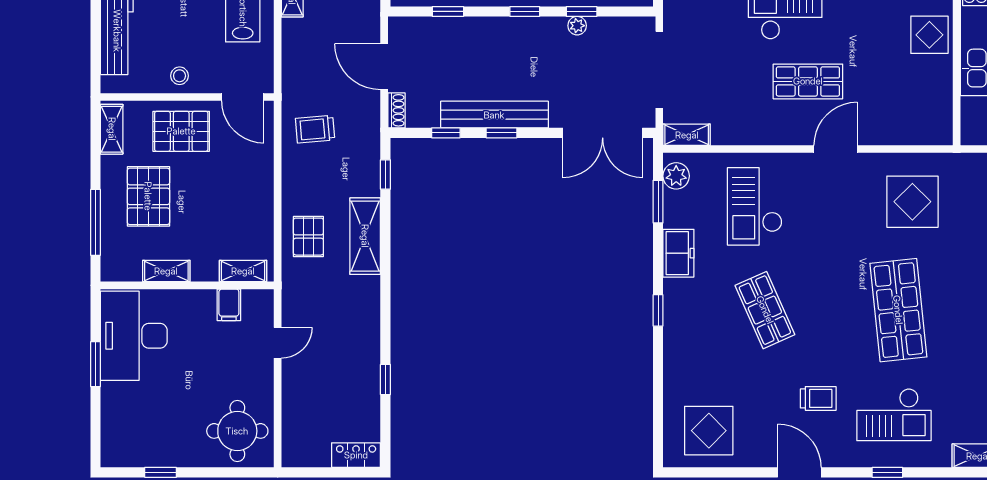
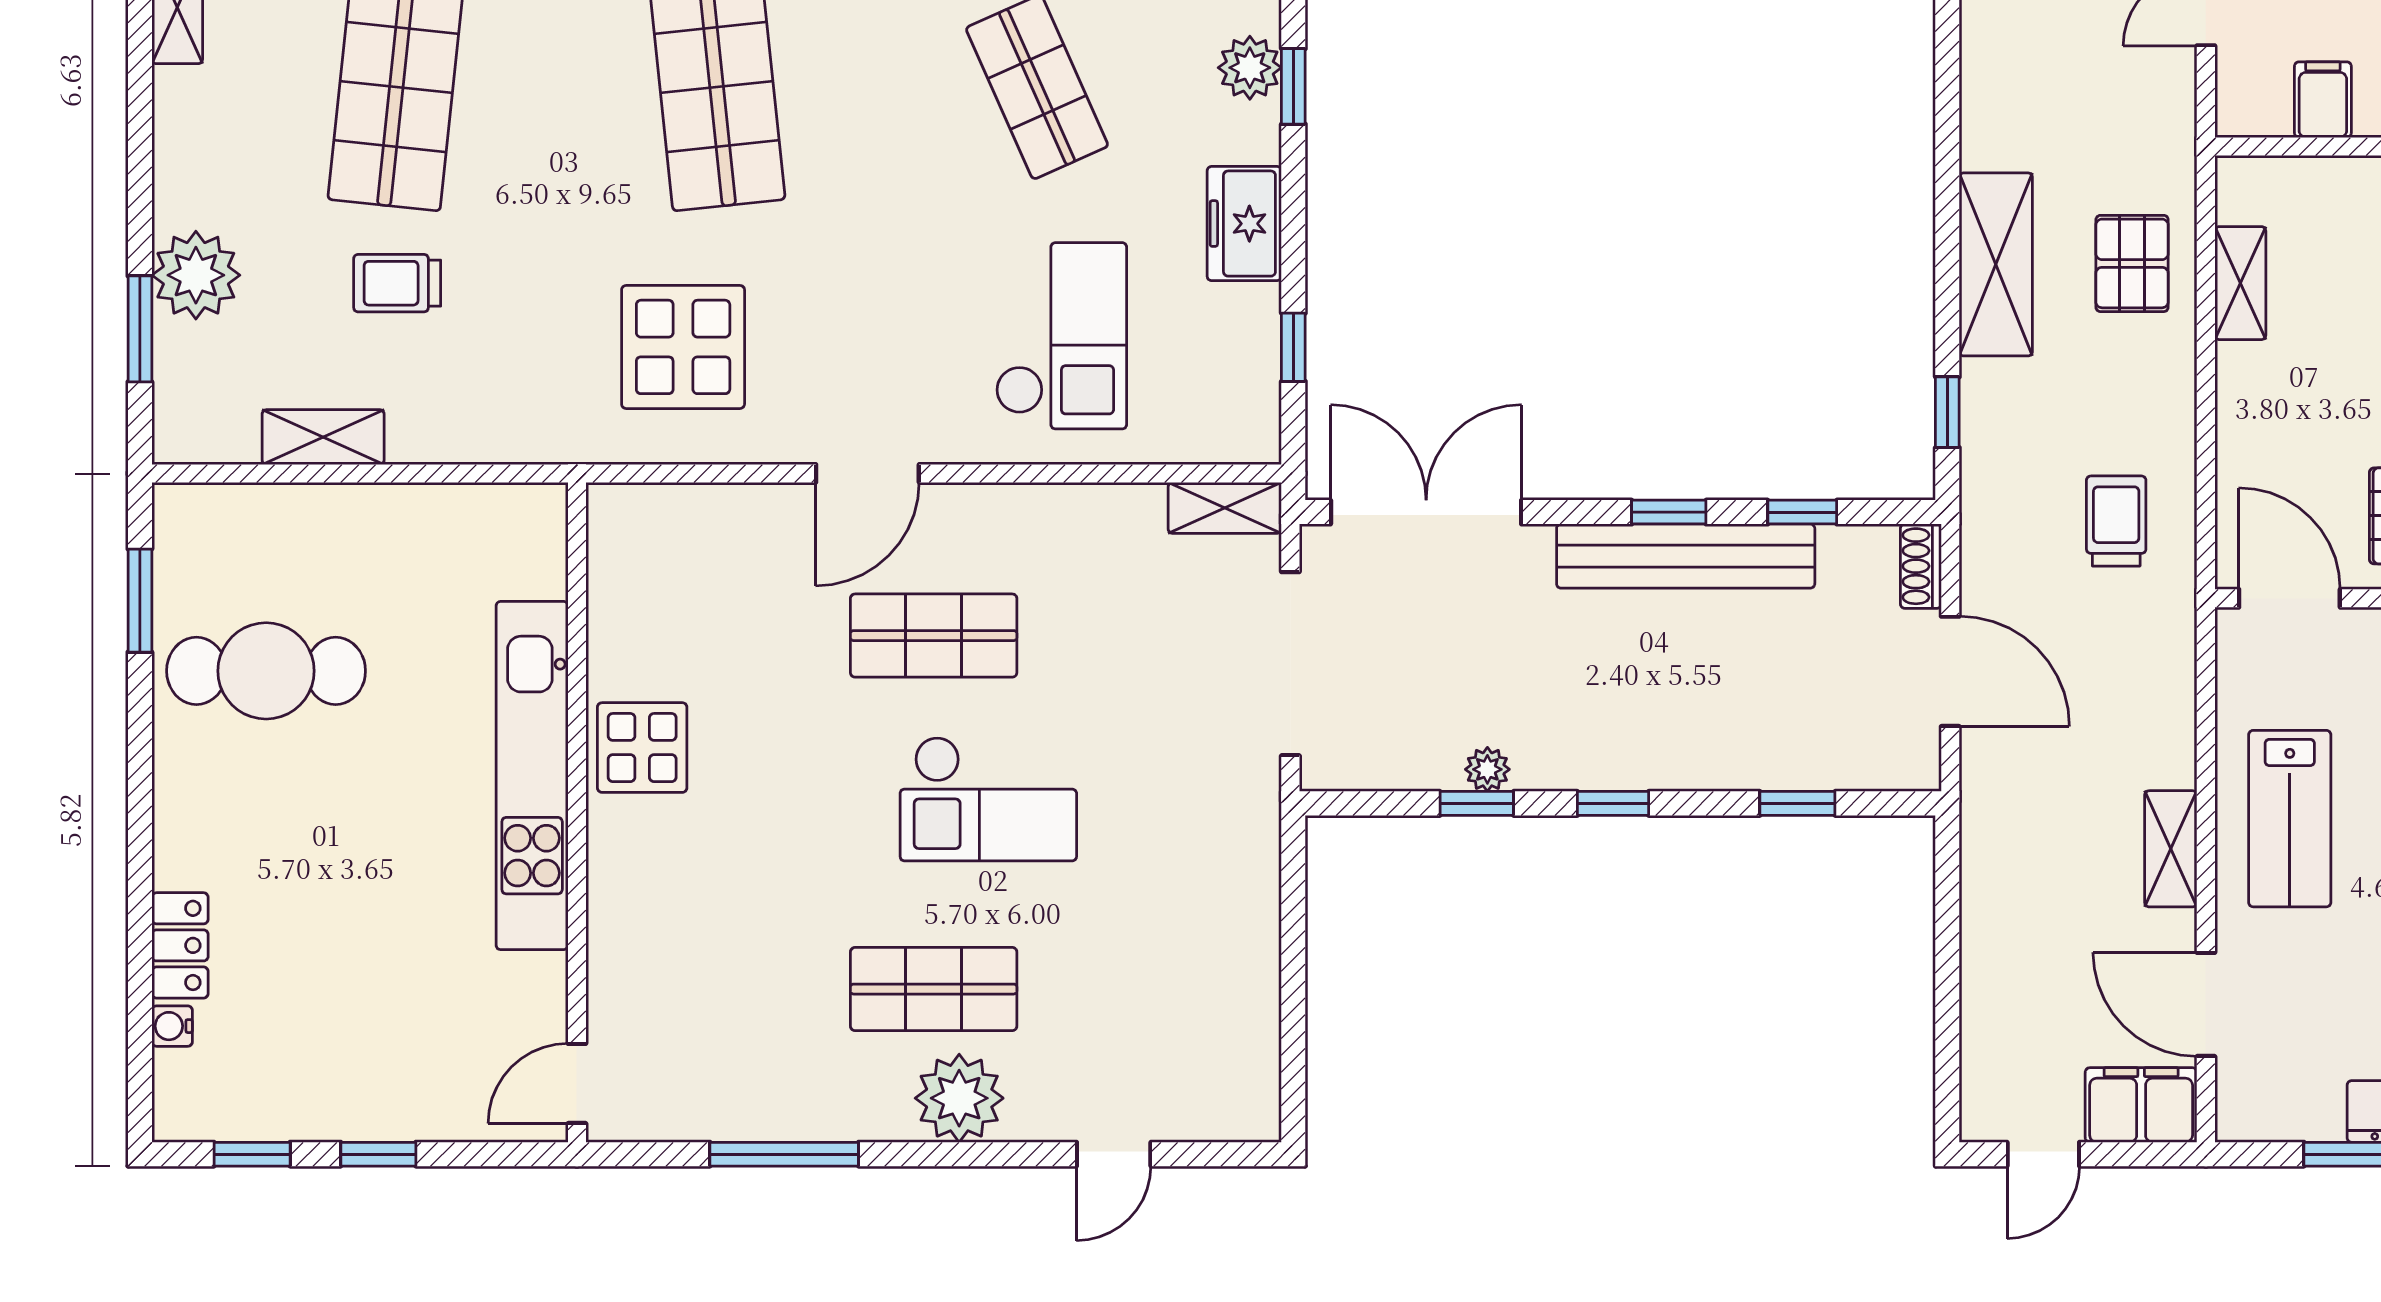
trolley: (315, 129) -> (2116, 521), turned -85
plant: (676, 176) -> (1250, 68), moved
window: (658, 202) -> (1293, 347), width x0.67
shelving: (243, 271) -> (2240, 283), moved, turned 90

